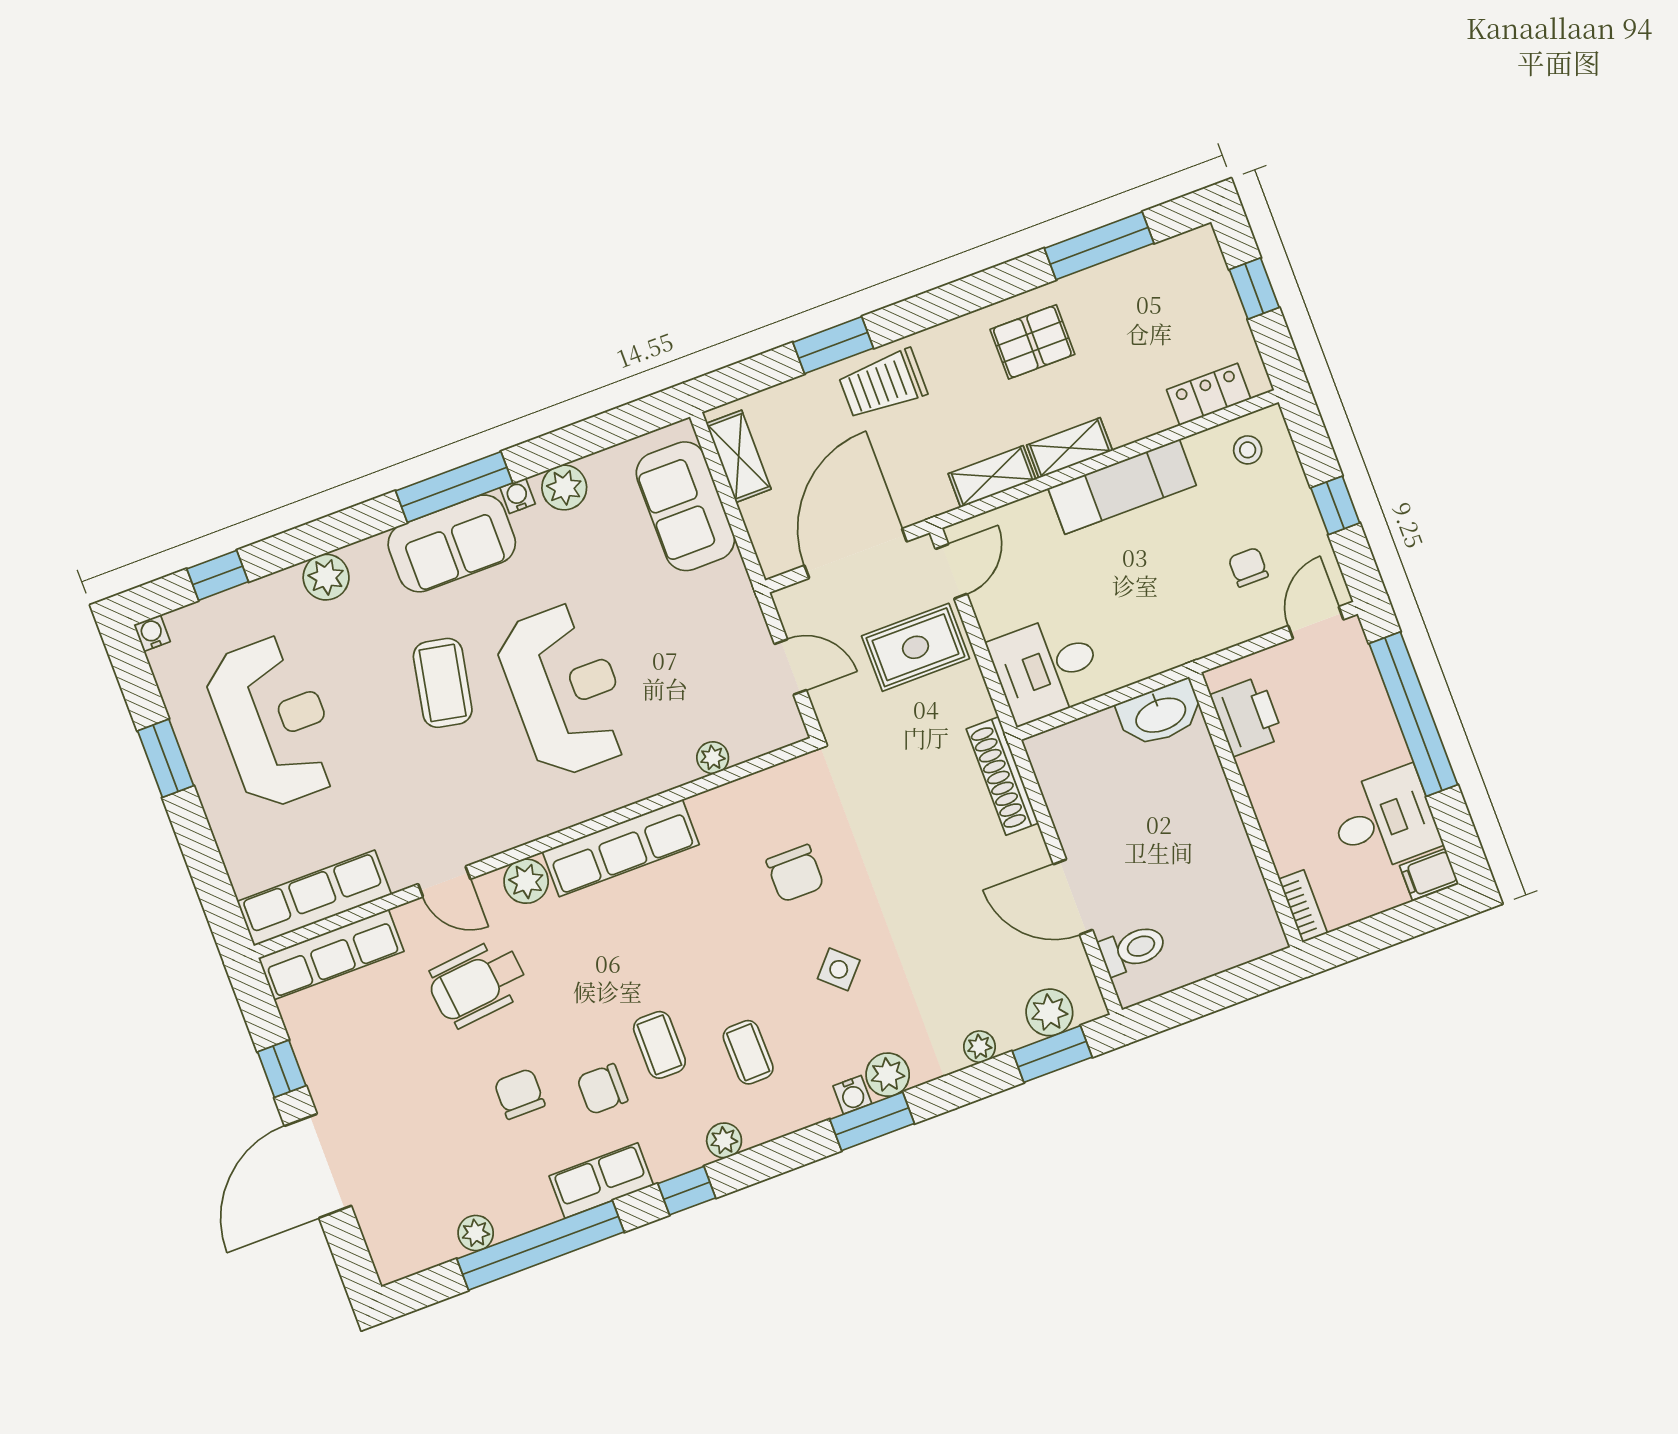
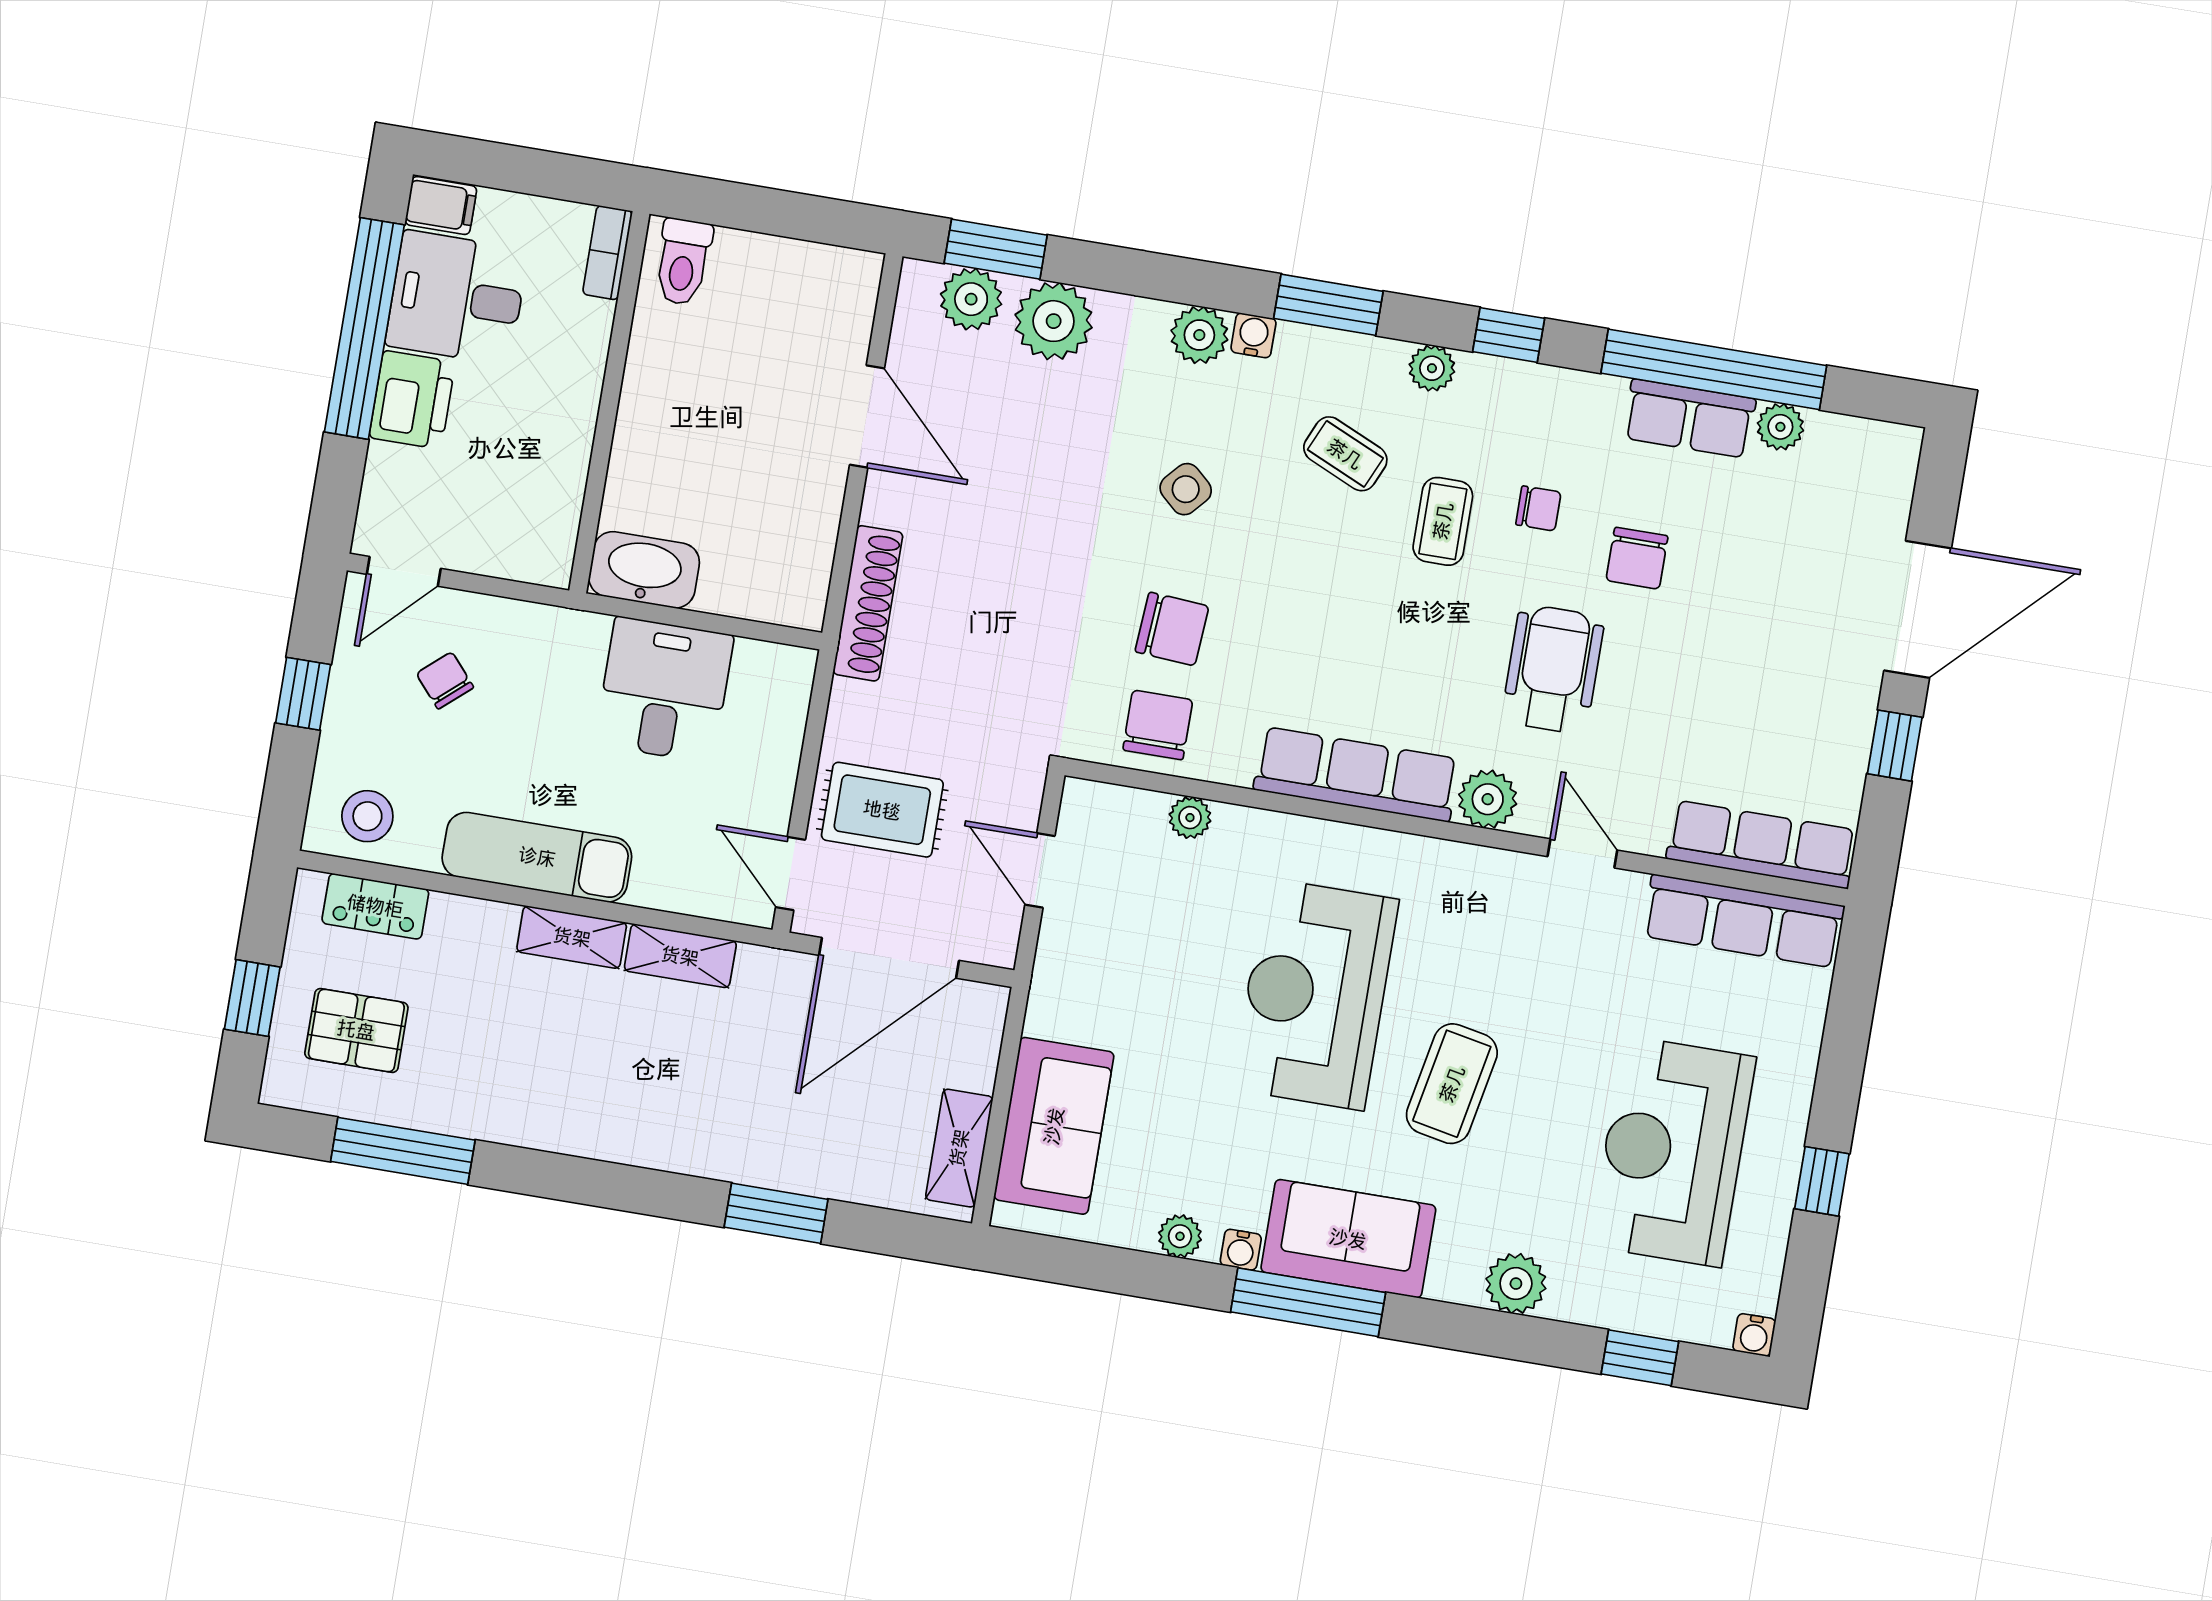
pallet: (1032, 342) -> (356, 1030), moved
trolley: (883, 384) -> (745, 1135), removed
stool: (1248, 450) -> (367, 816), width x1.37, depth x1.37
plant: (564, 488) -> (1180, 1236), width x0.73, depth x0.73
chair: (1248, 567) -> (445, 680), turned 139
door: (951, 571) -> (791, 873), hinge flipped
desk: (1046, 668) -> (664, 690), moved, turned -90
window: (1413, 714) -> (364, 328), moved
printer: (1247, 716) -> (412, 400), moved, turned 180
window: (166, 758) -> (1822, 1181), width x0.67
chair: (768, 806) -> (1158, 725), added
chair: (795, 873) -> (1172, 629), turned 94
toilet: (1133, 949) -> (683, 262), moved, turned -90
wheelchair: (477, 983) -> (1553, 669), moved, turned -84
plant: (980, 1047) -> (1054, 321), width x1.88, depth x1.88
coffee table: (748, 1052) -> (1345, 454), turned -65
chair: (602, 1089) -> (1538, 508), width x0.73, depth x0.73
window: (872, 1121) -> (1328, 305), moved
row of seats: (601, 1181) -> (1689, 418), moved

